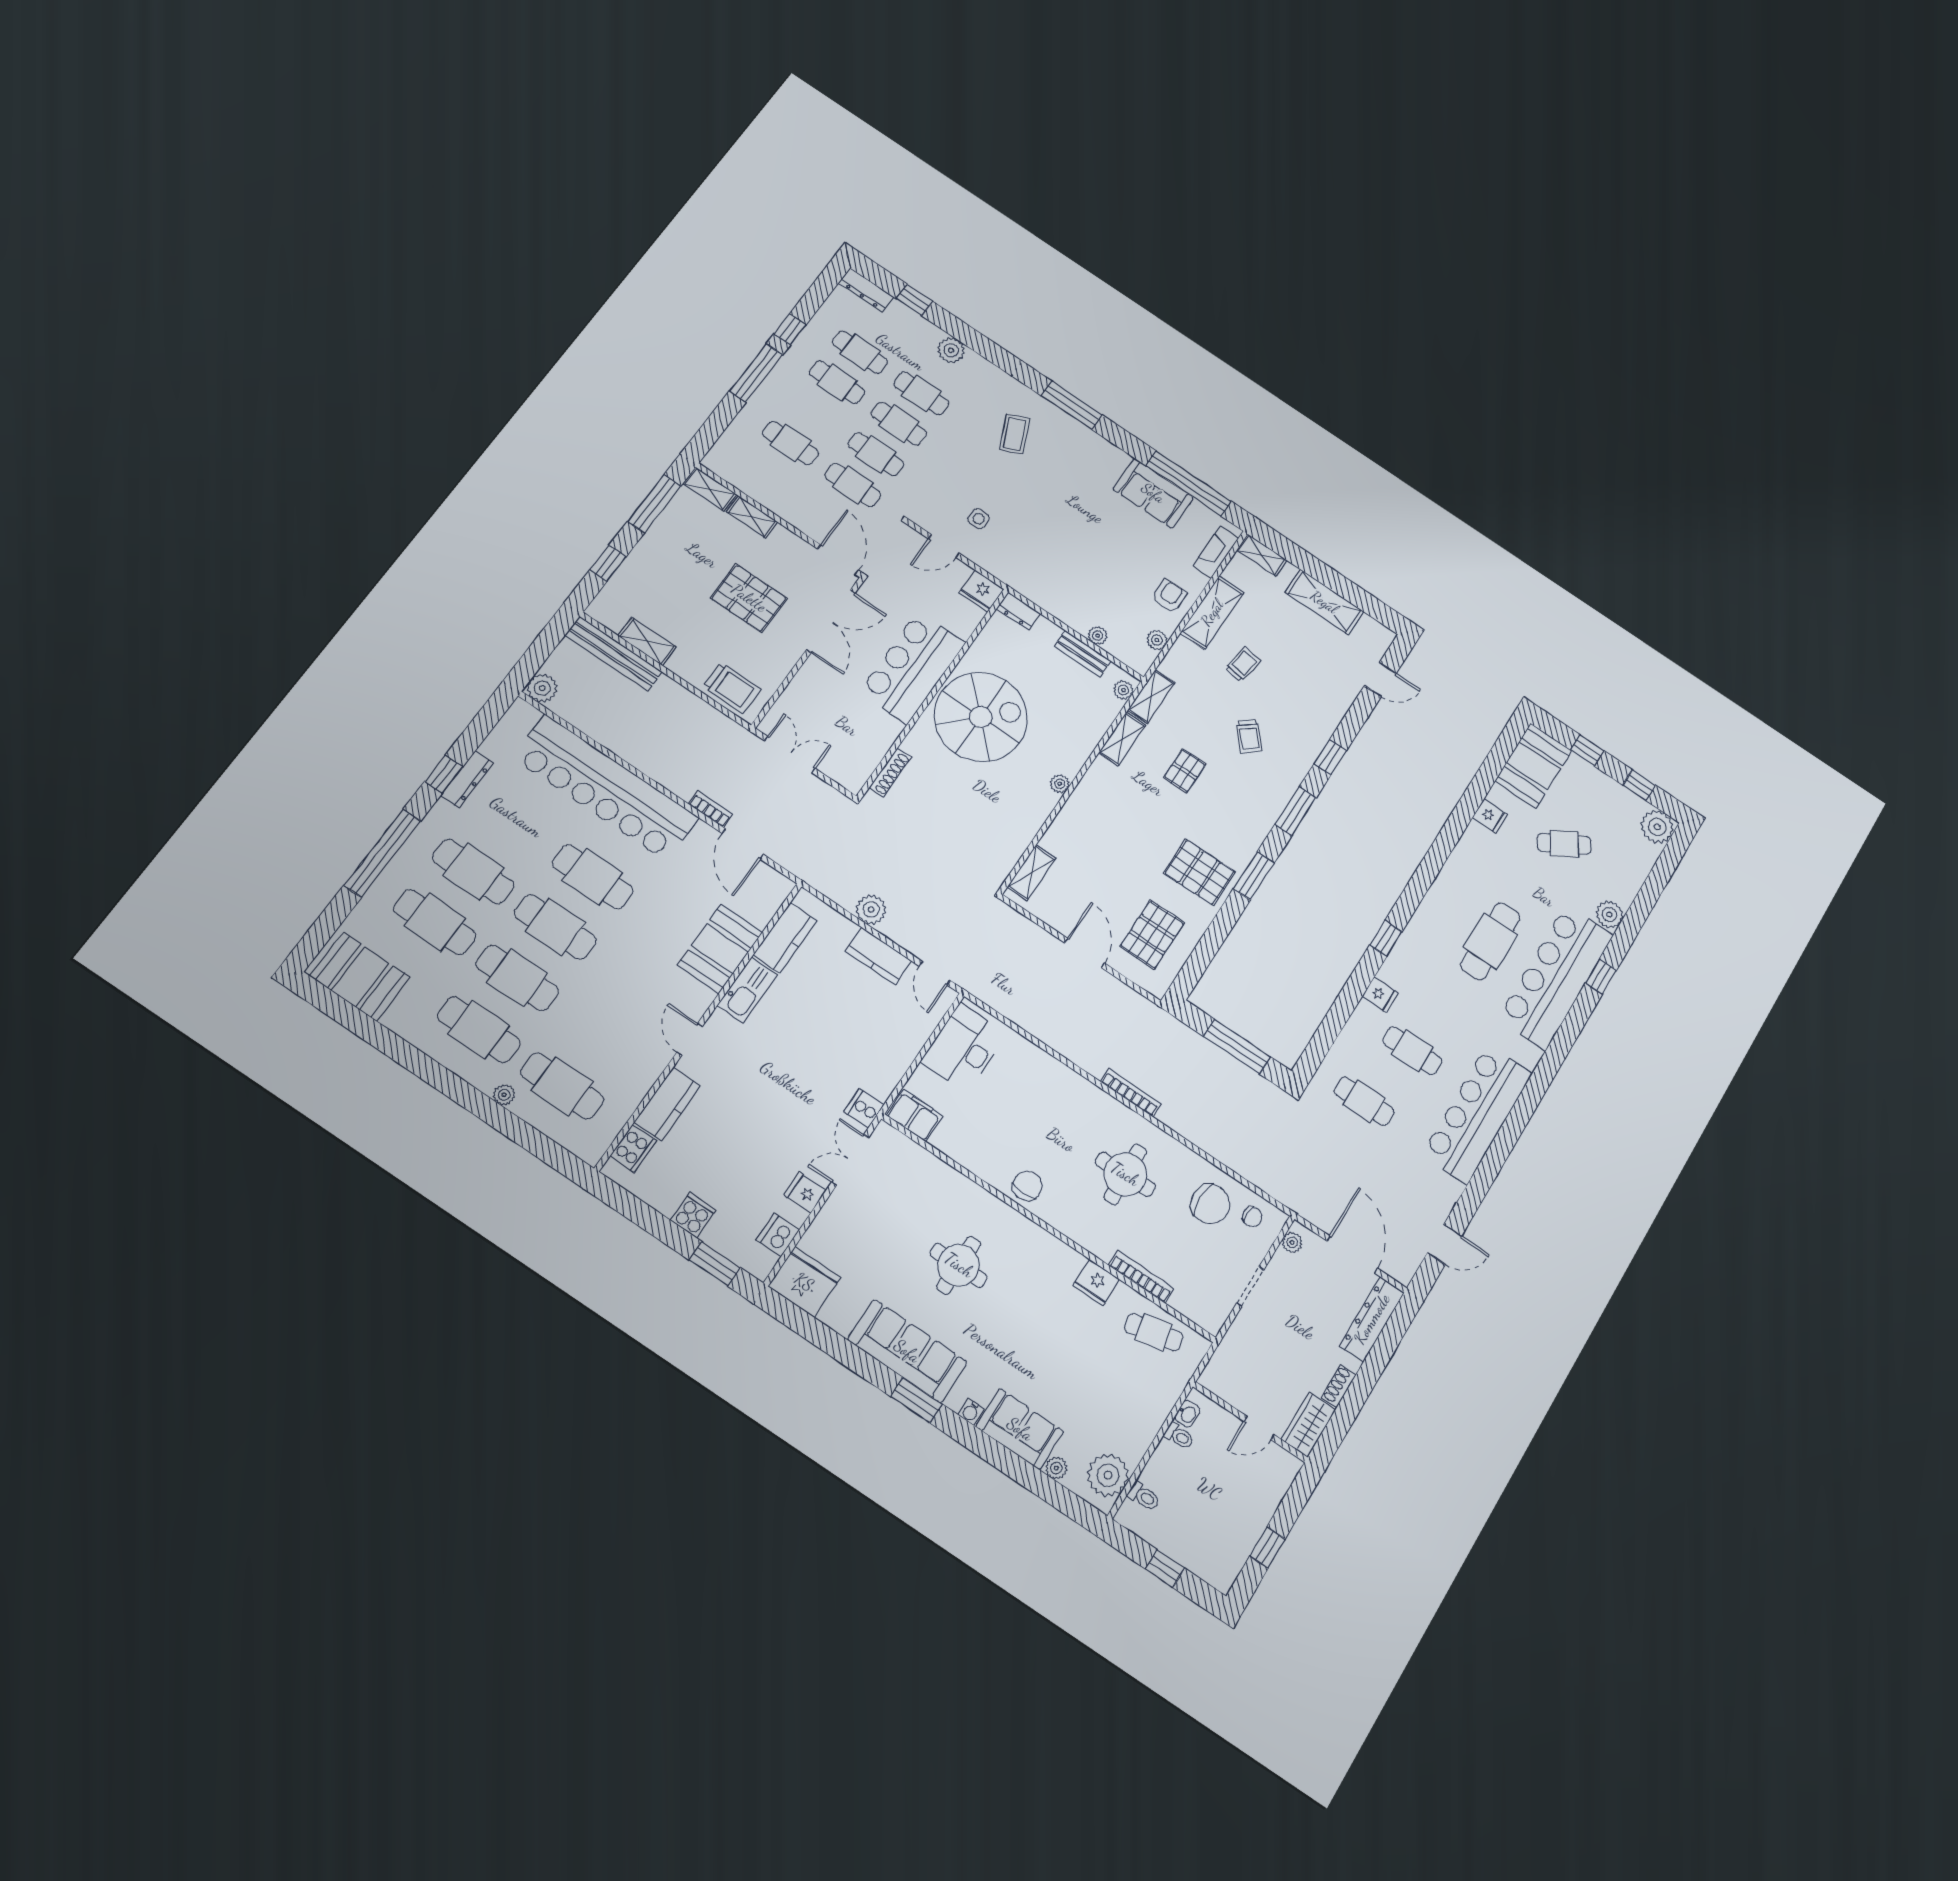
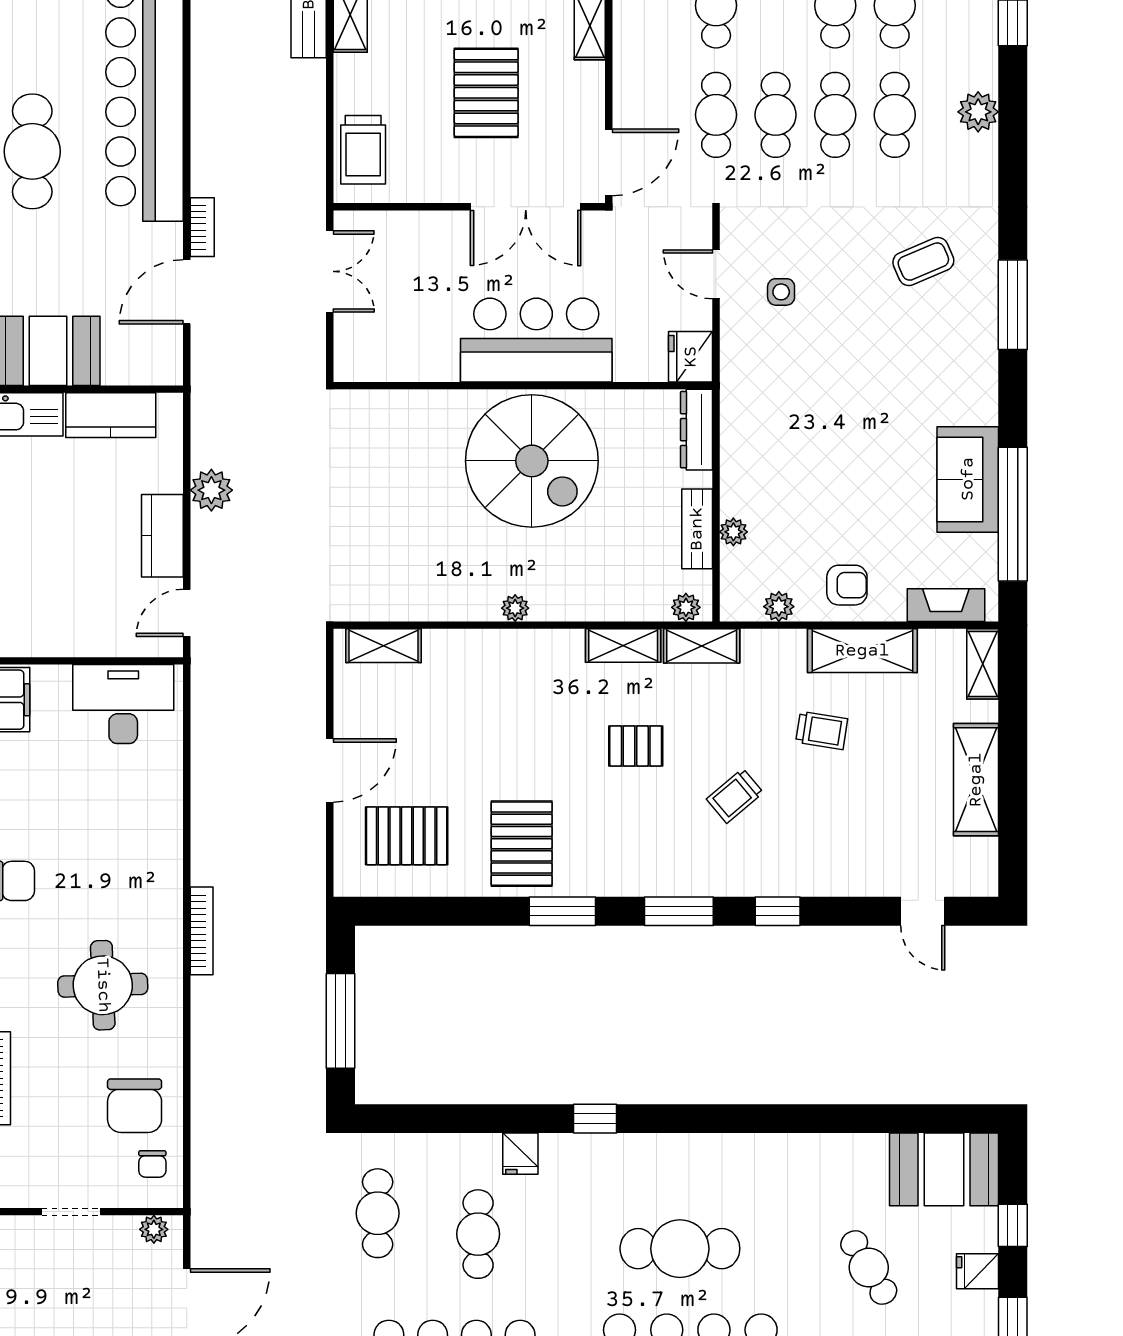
dresser: (1018, 611) -> (697, 430), width x1.44
shoe rack: (890, 772) -> (390, 401), removed
fridge: (1490, 816) -> (977, 1271), moved, turned 90

